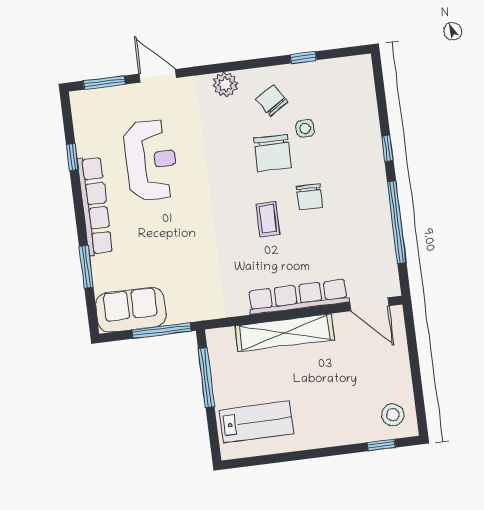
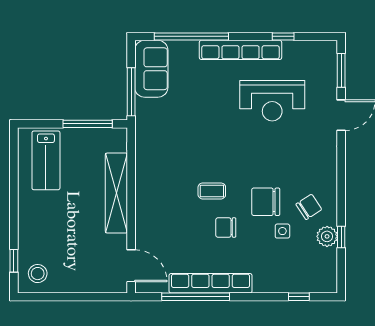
plant: (225, 84) -> (327, 236), moved
window: (387, 148) -> (299, 297), moved
window: (86, 267) -> (191, 36), width x2.11
row of seats: (298, 297) -> (211, 283), moved, turned -90
door: (369, 304) -> (131, 266), swing flipped

